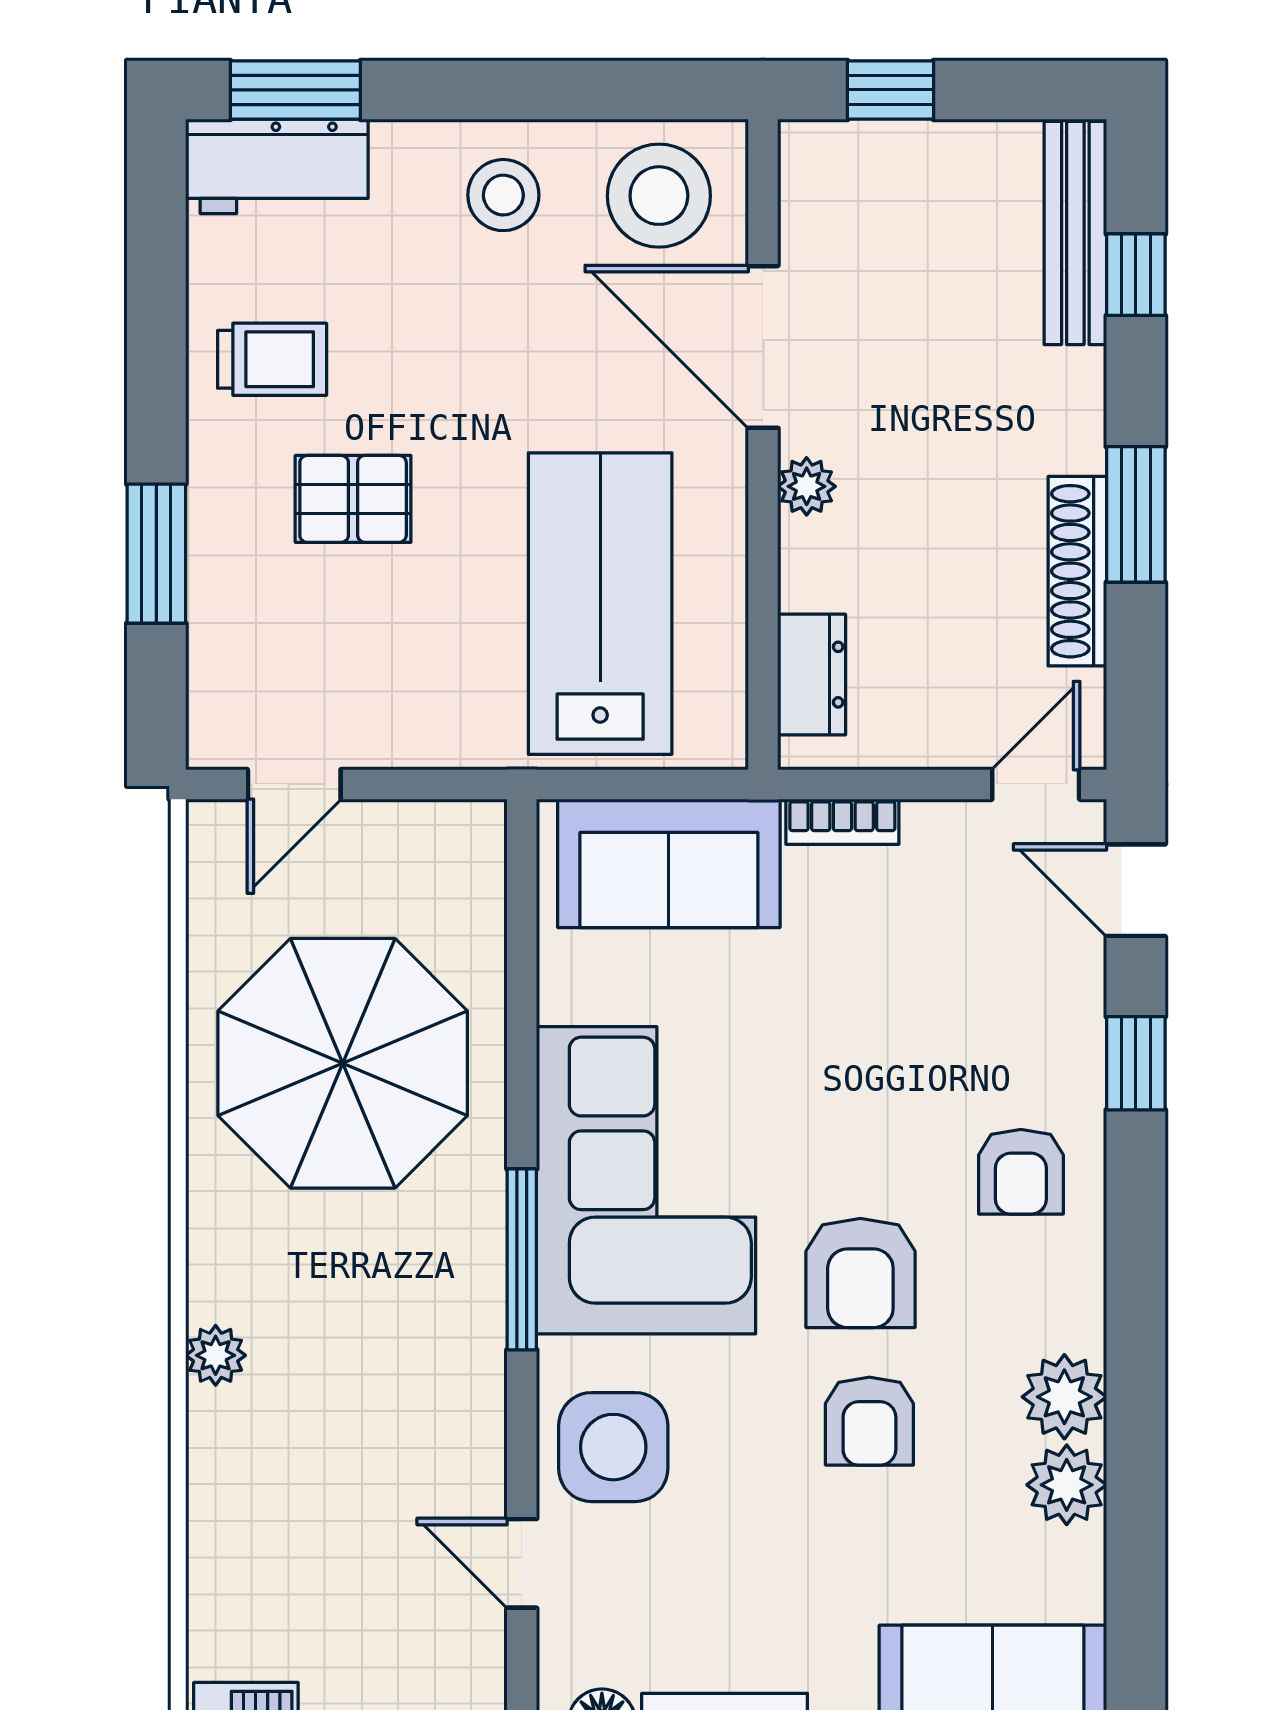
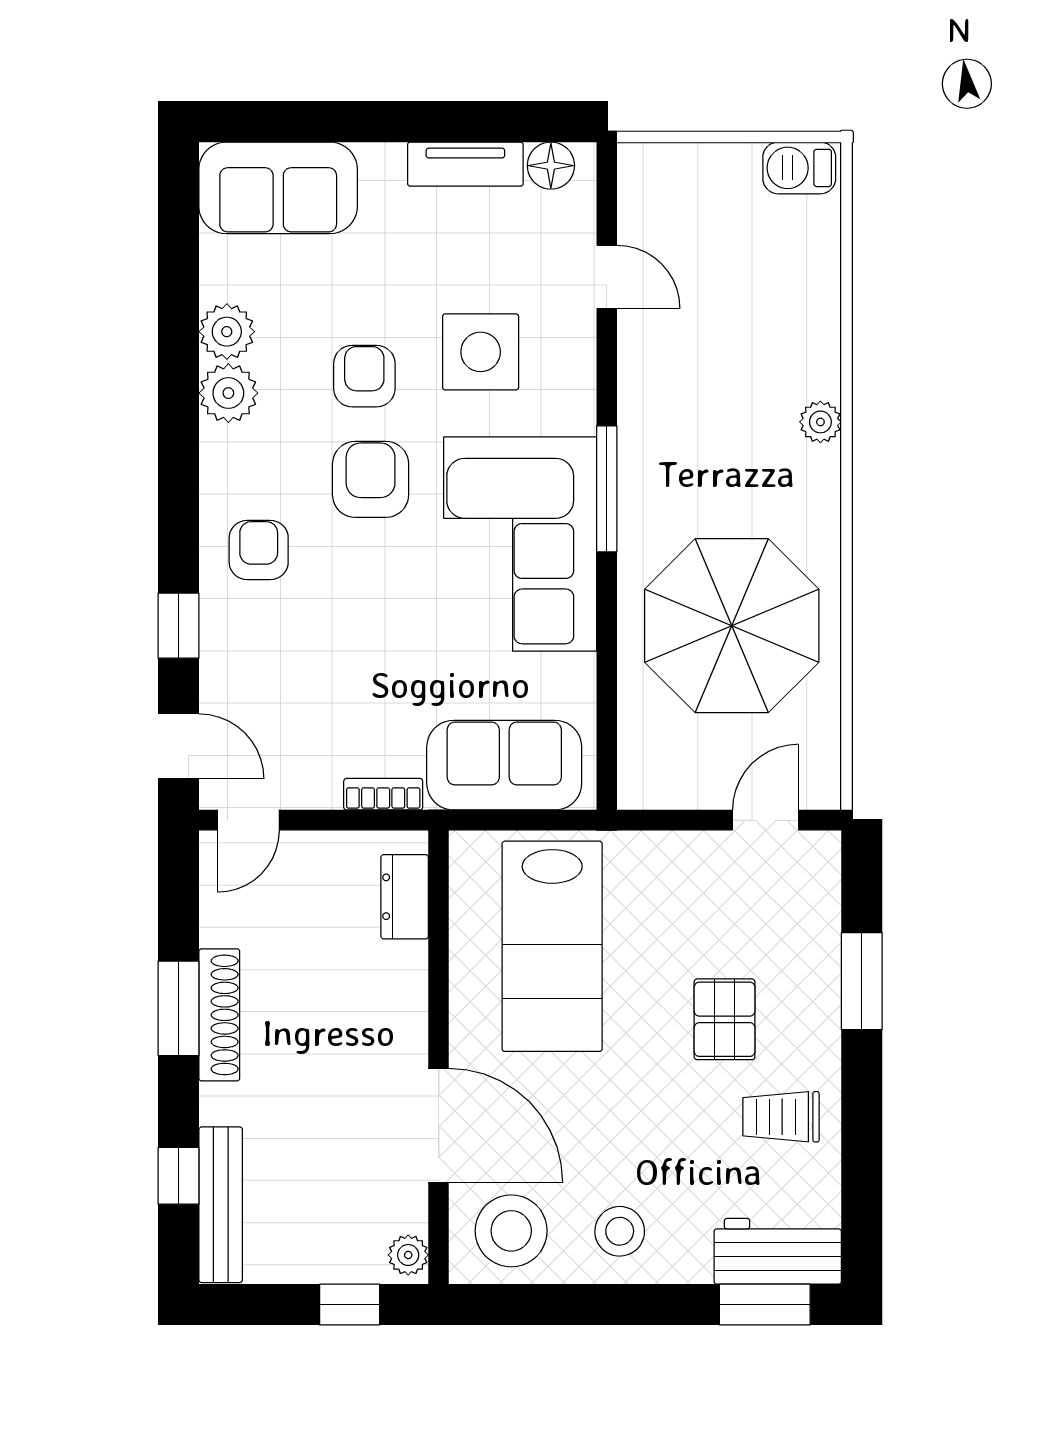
plant: (807, 486) -> (408, 1255), moved
pallet: (353, 499) -> (725, 1019), turned 90
shoe rack: (1077, 571) -> (219, 1015), moved
side table: (613, 1447) -> (481, 352), moved

